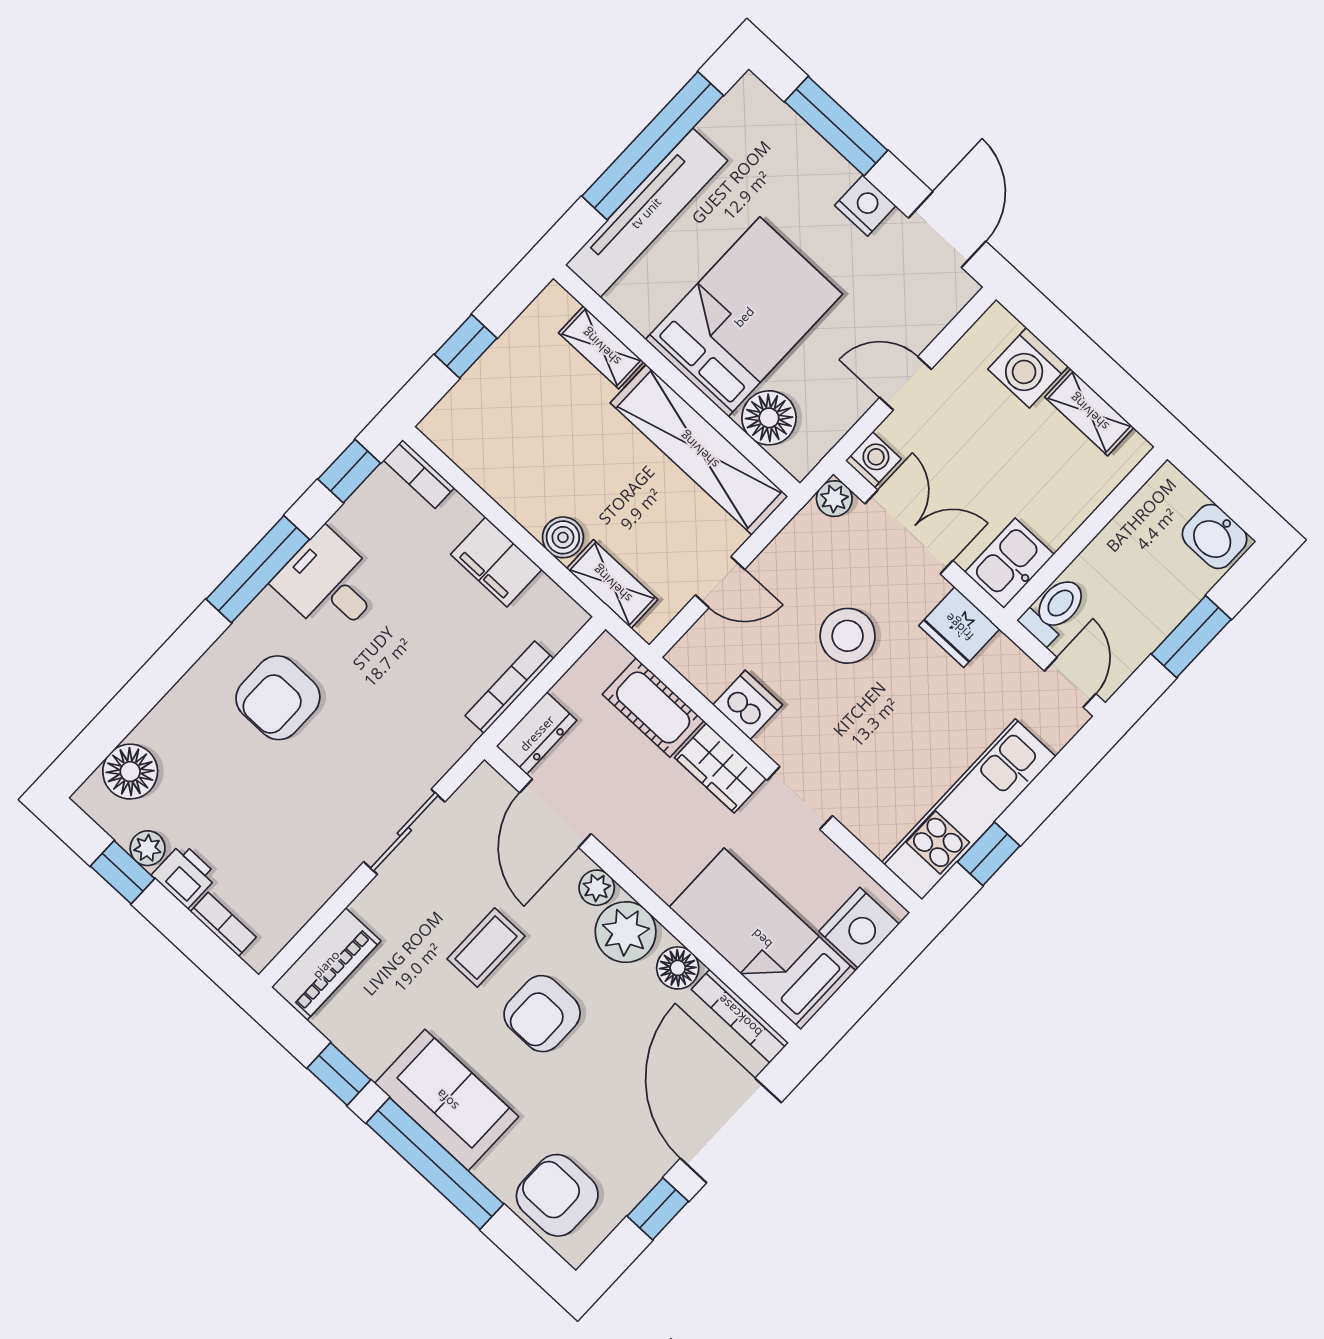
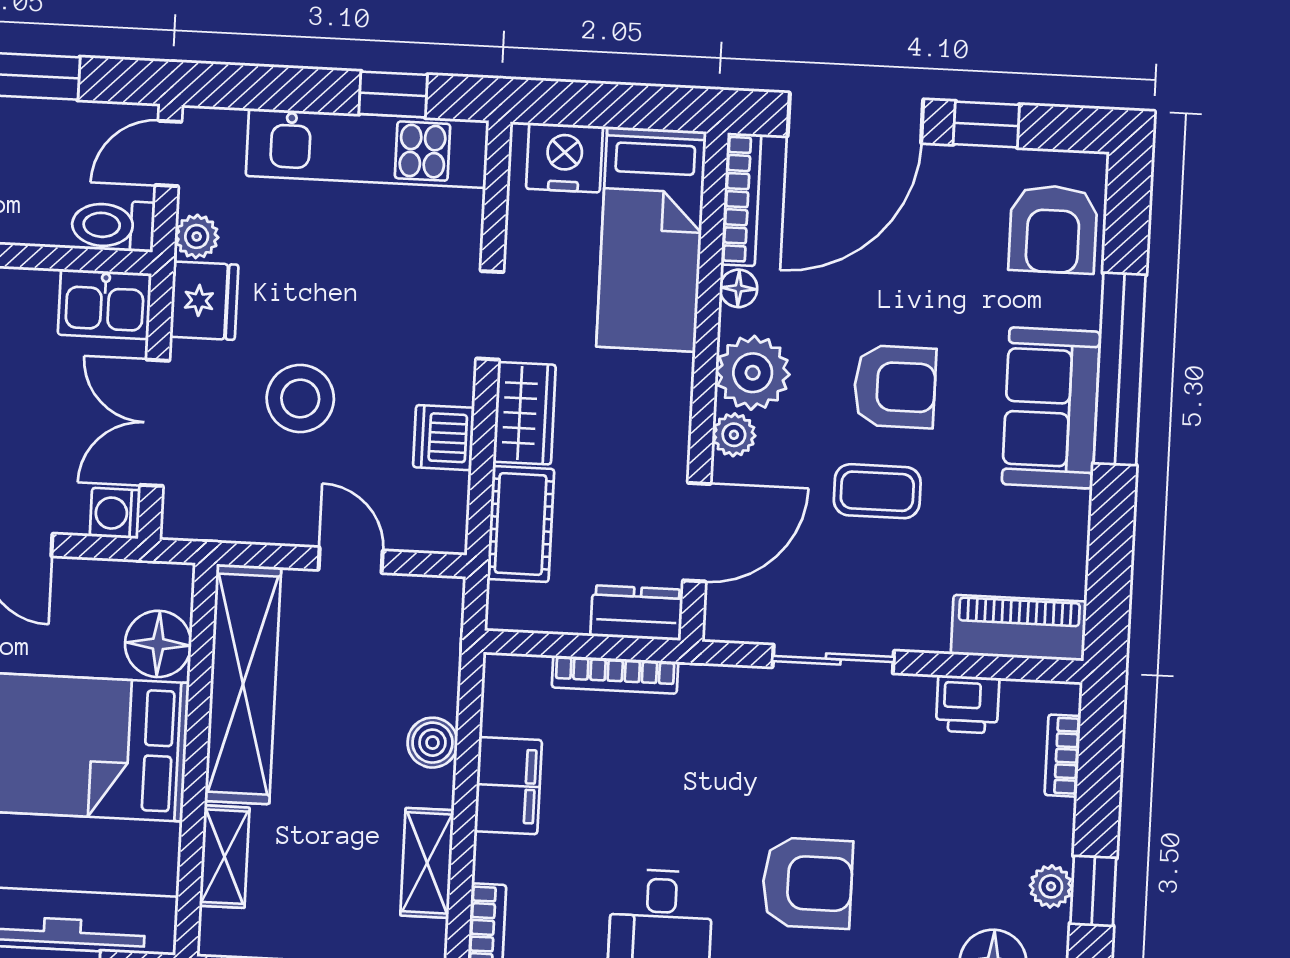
plant: (834, 499) -> (197, 236), moved
shelving: (612, 584) -> (427, 863), moved
printer: (185, 875) -> (968, 704), moved, turned -90
floor lamp: (678, 968) -> (739, 288), width x0.73, depth x0.73
window: (339, 1074) -> (1112, 529), removed

